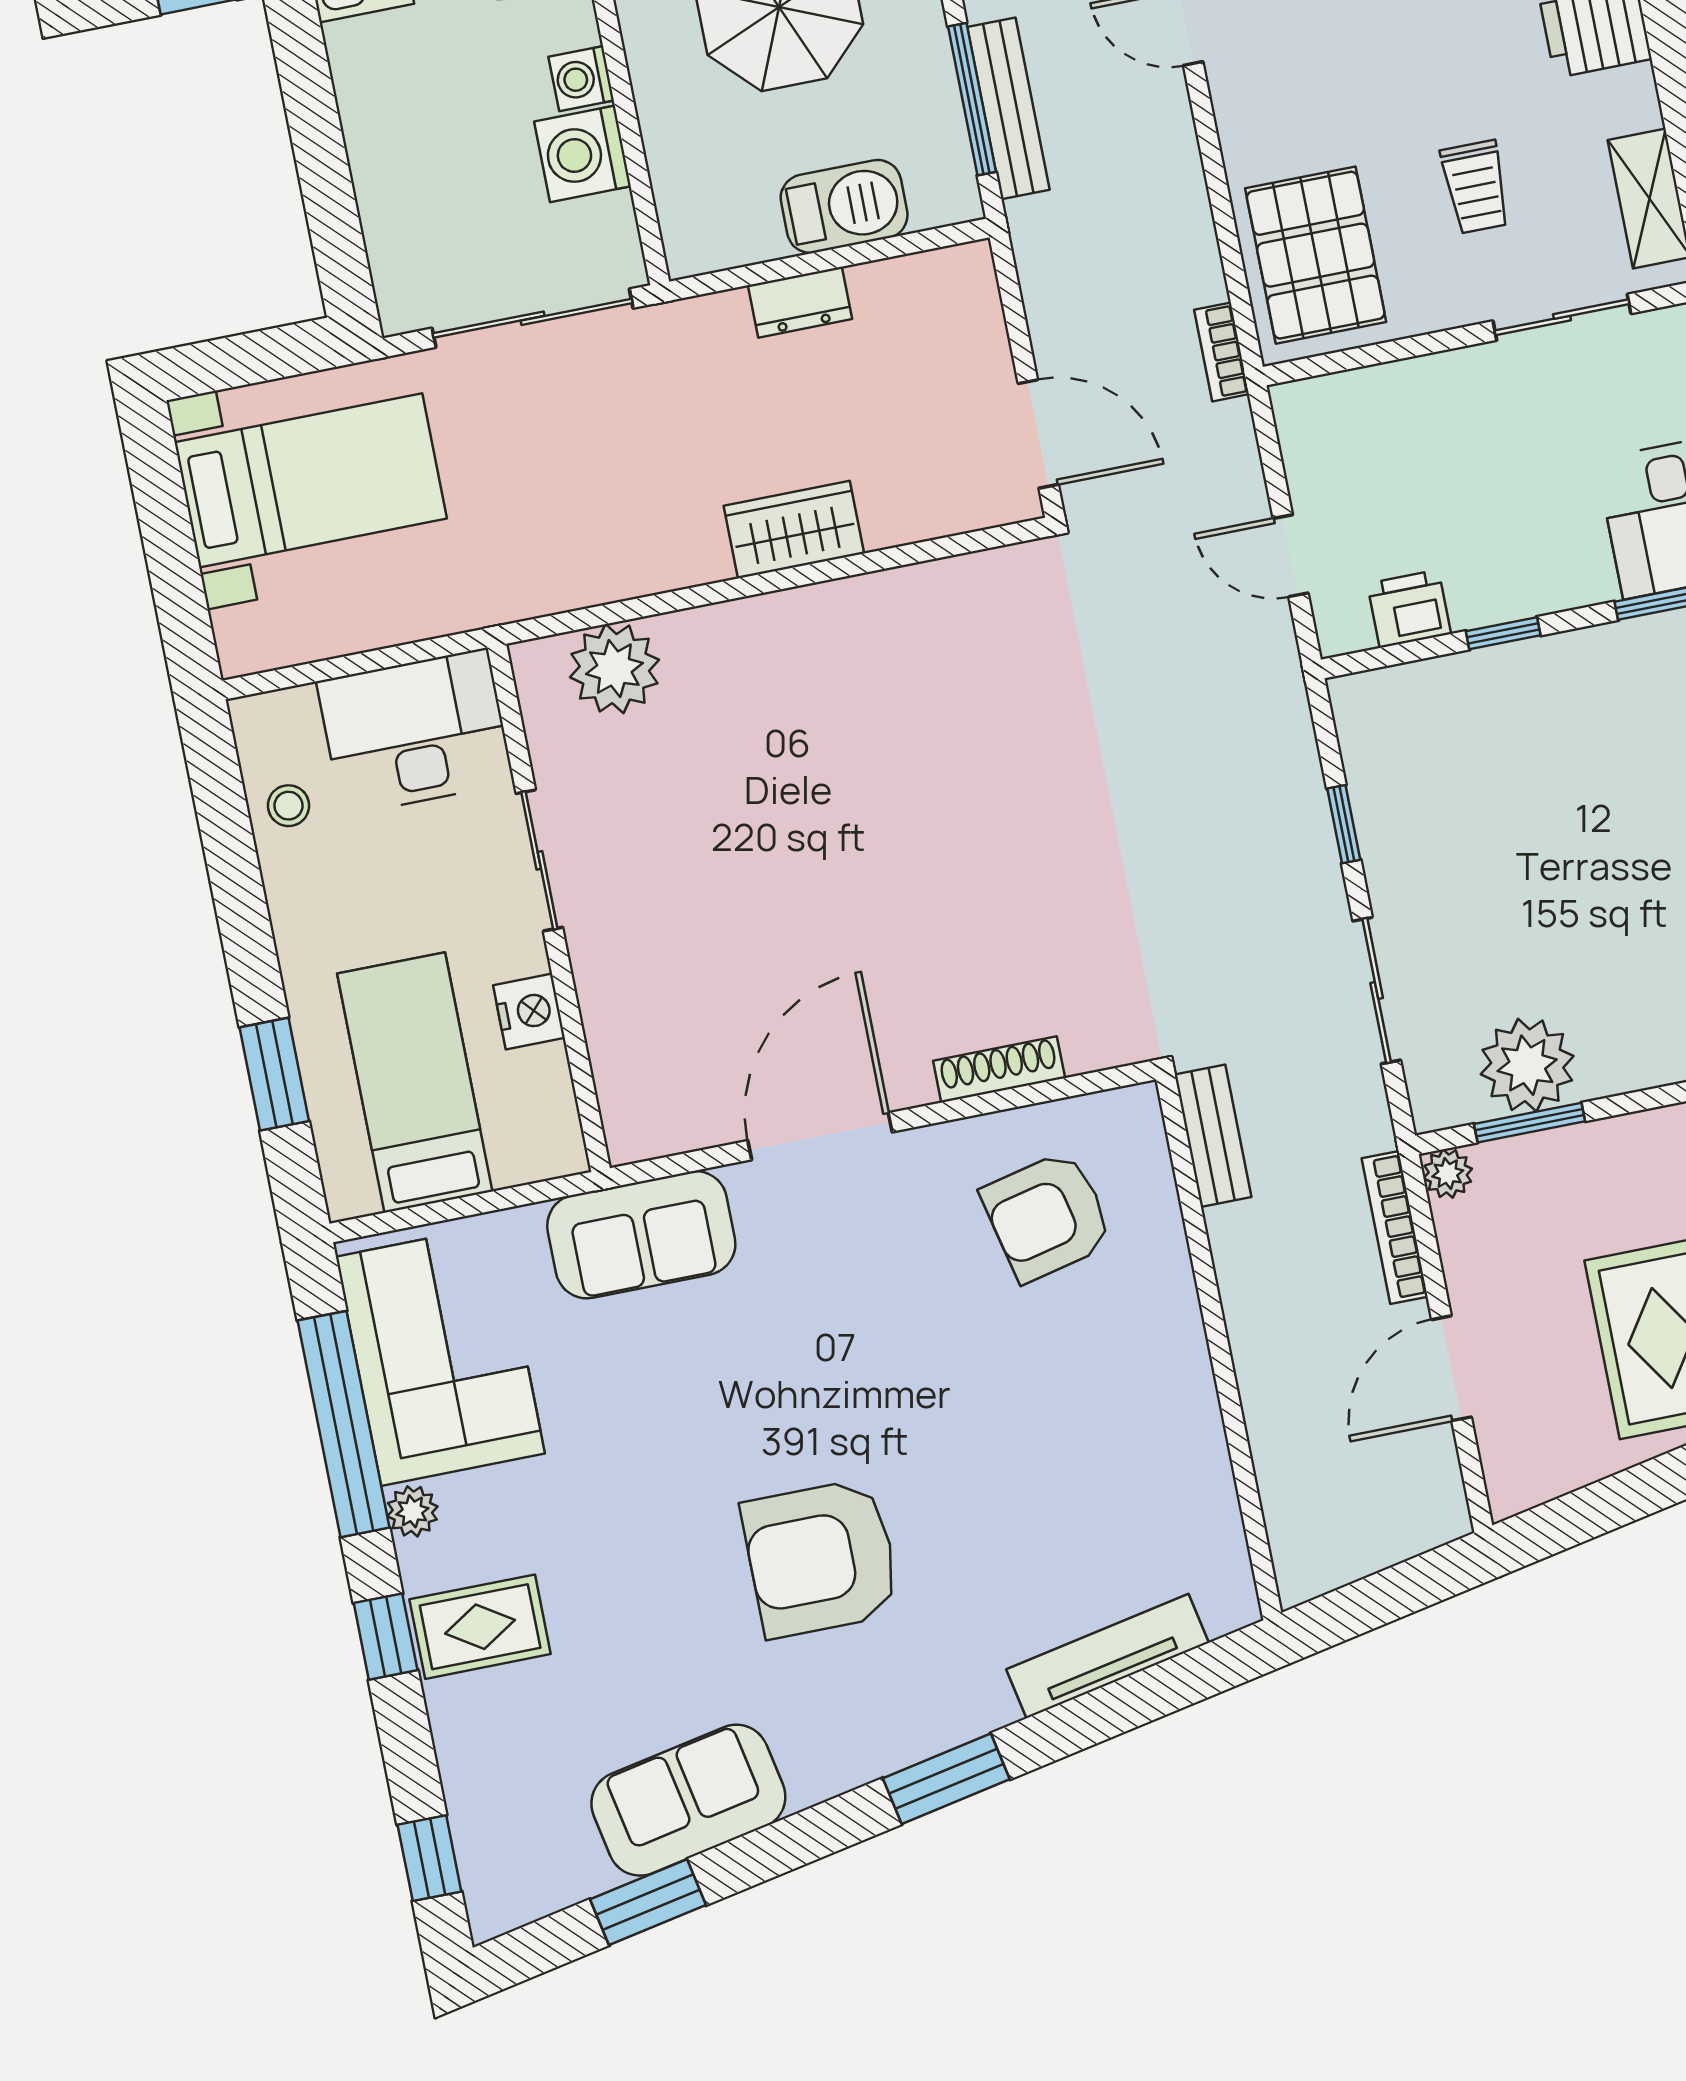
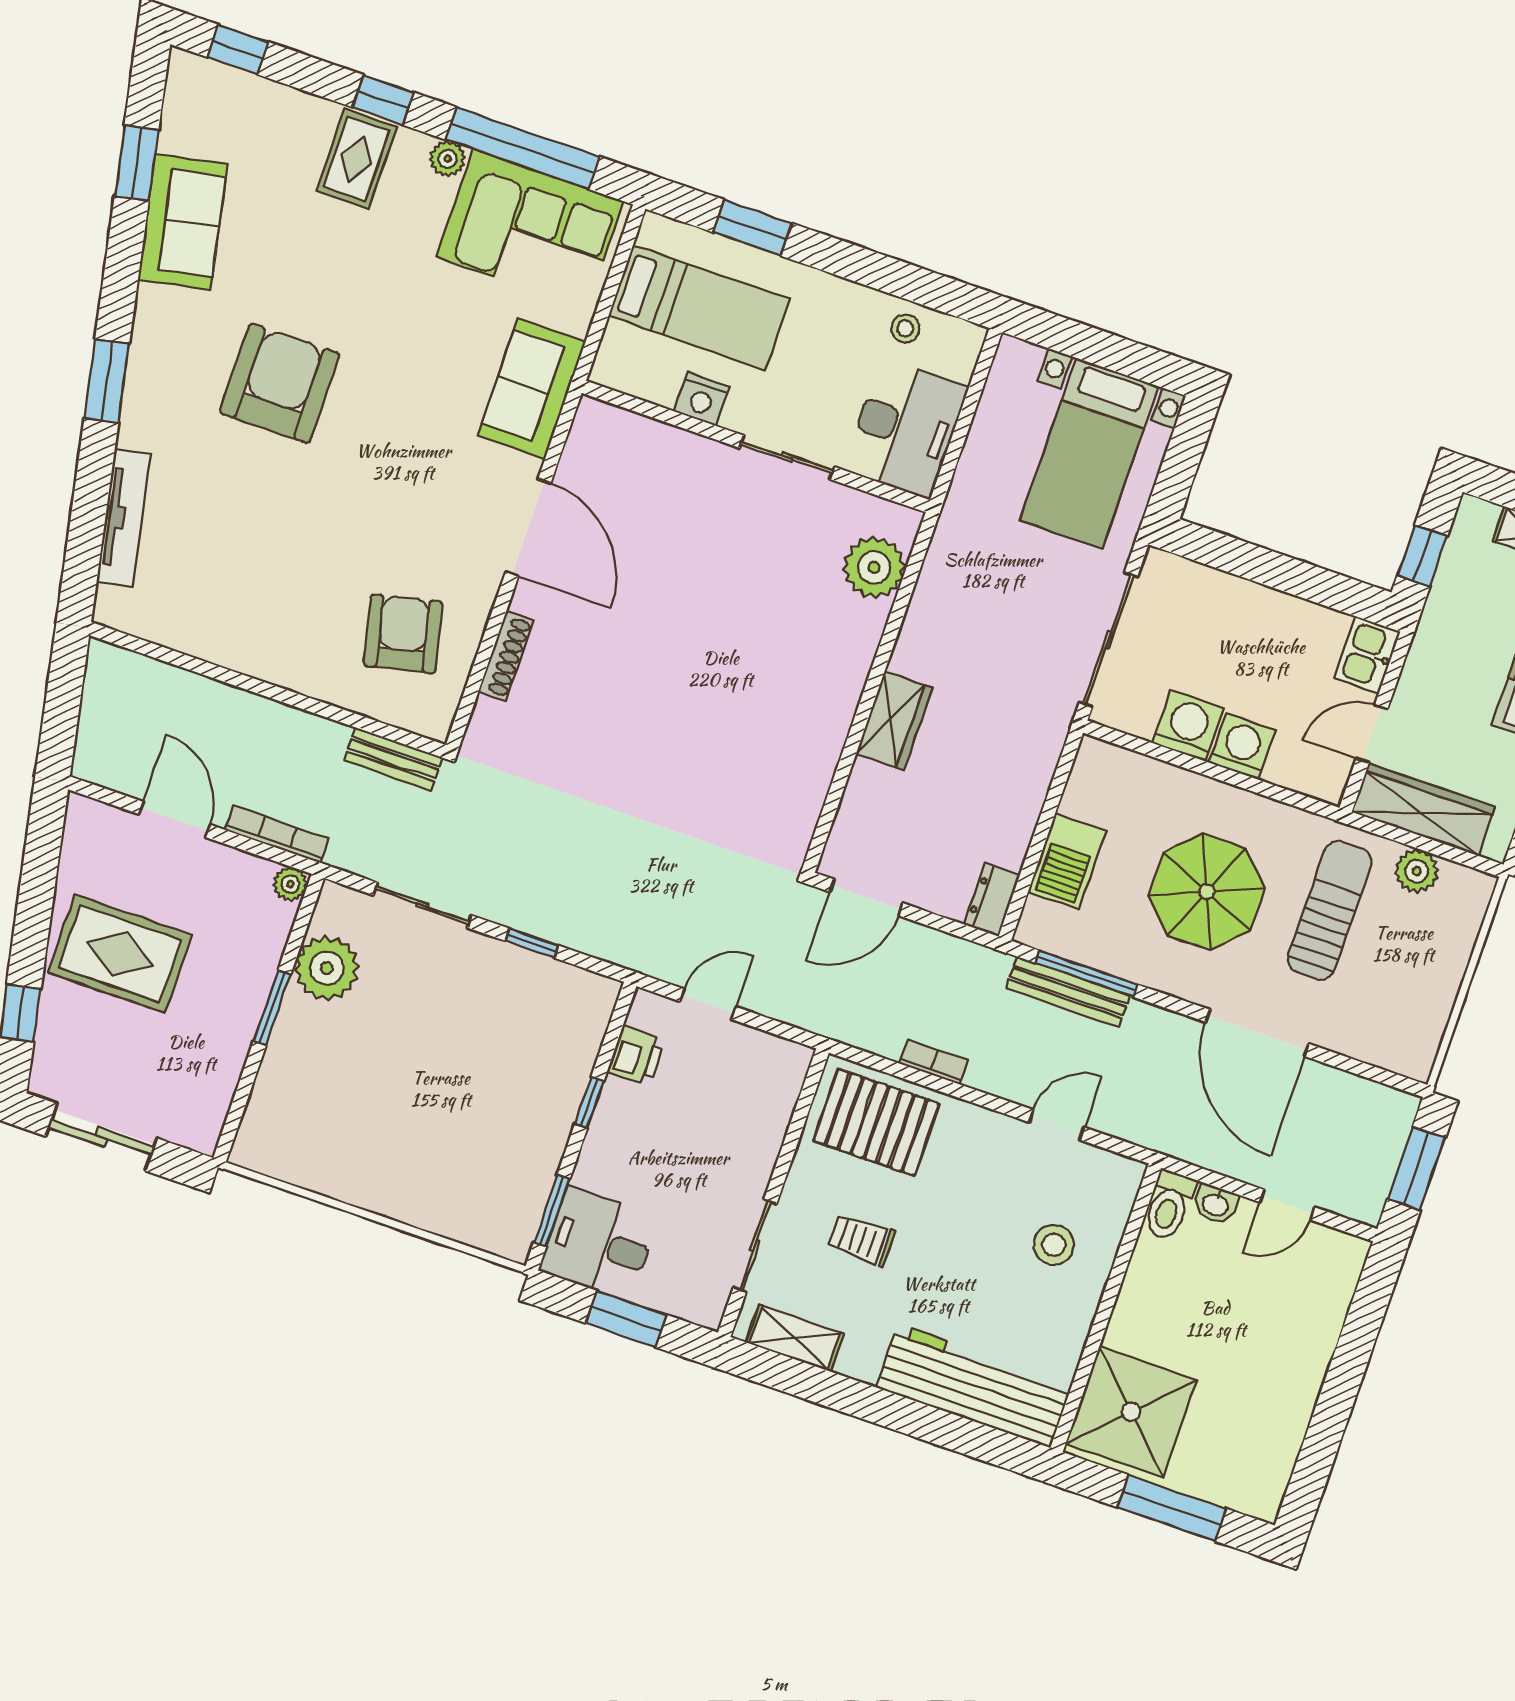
washing machine: (581, 79) -> (1242, 746), width x1.38, depth x1.38
dresser: (800, 302) -> (992, 900), moved
bookcase: (1222, 352) -> (934, 1062), moved
window: (1530, 1123) -> (272, 1008), moved

